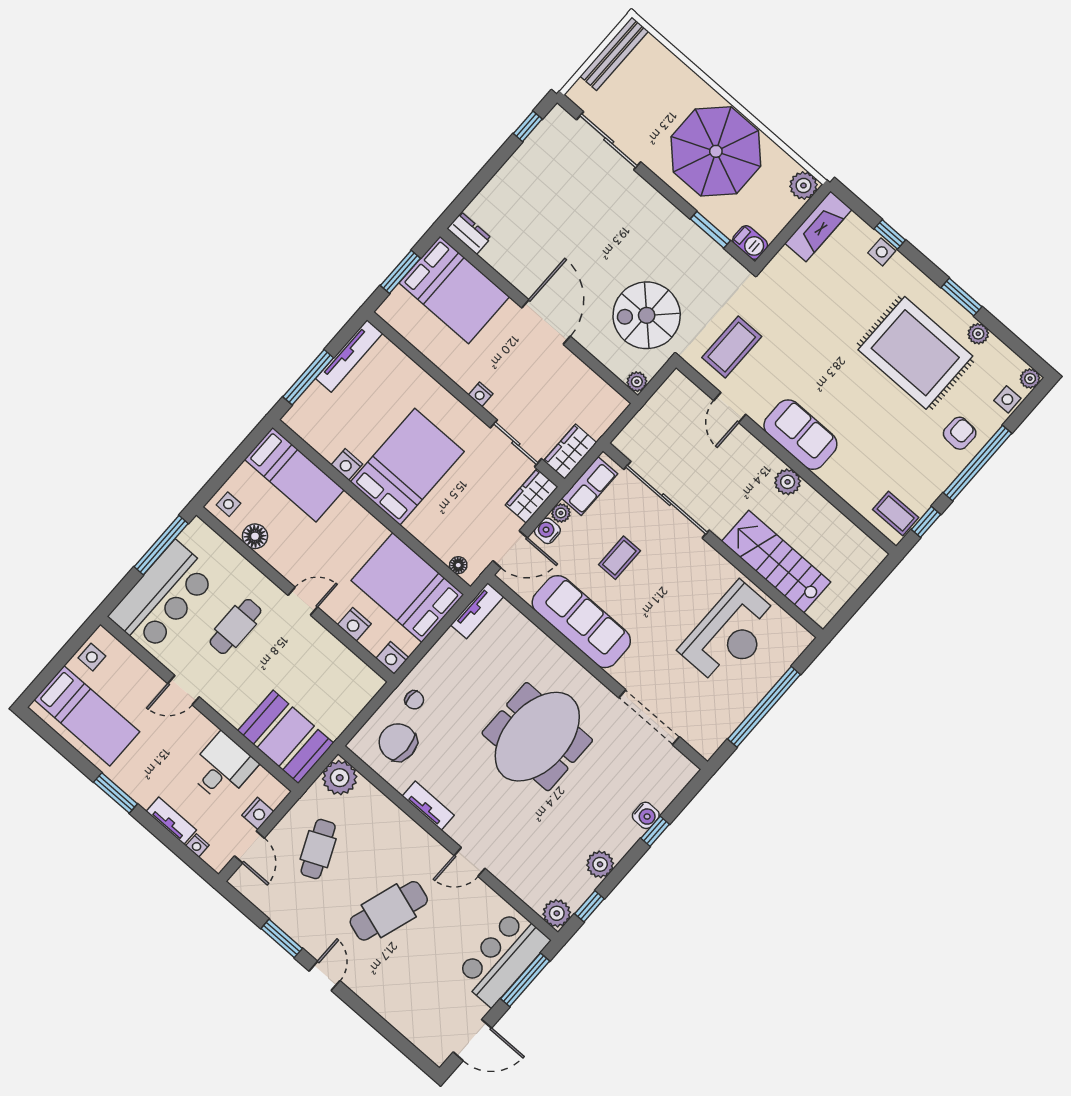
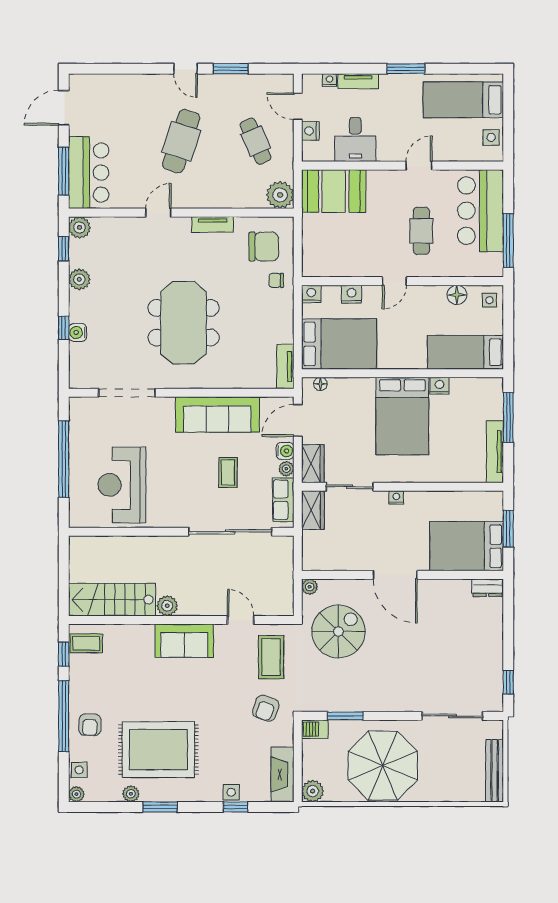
armchair: (779, 303) -> (266, 708), added
stairs: (776, 562) -> (112, 600), moved, turned 180

